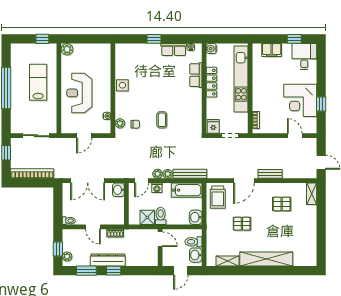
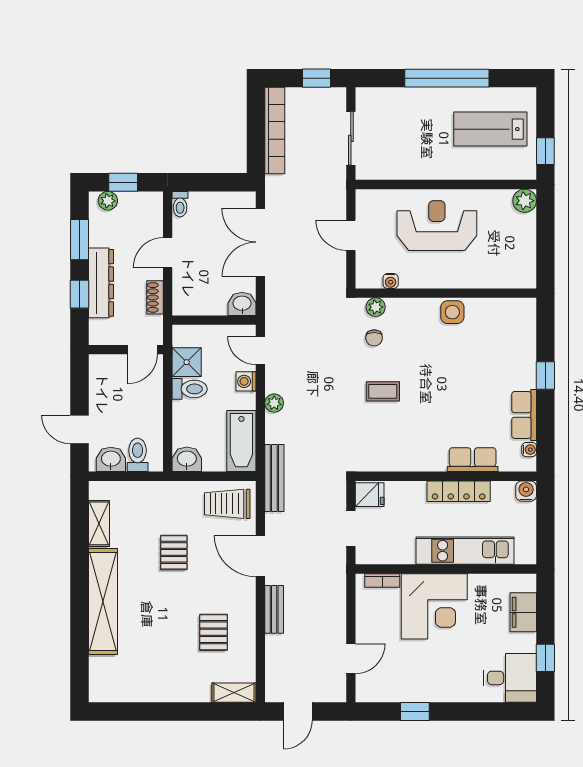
kitchen unit: (241, 79) -> (465, 551), width x0.73
lab bench: (38, 82) -> (490, 129), moved, turned 180
corner desk: (300, 100) -> (434, 606), moved, turned 180
plant: (158, 174) -> (274, 383), removed
bench: (190, 174) -> (274, 478), moved
door: (160, 239) -> (142, 350), moved
wall: (160, 248) -> (126, 350), moved

